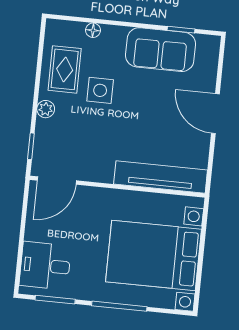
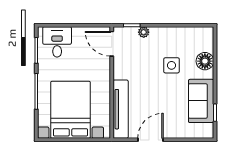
floor lamp: (93, 30) -> (205, 61), width x1.89, depth x1.89
rug: (65, 69) -> (182, 42), removed
plant: (46, 109) -> (144, 32), moved
door: (215, 114) -> (150, 140), moved

